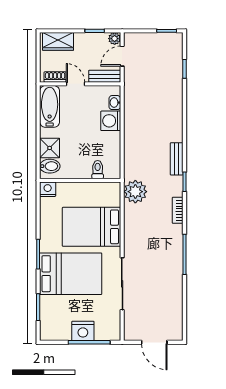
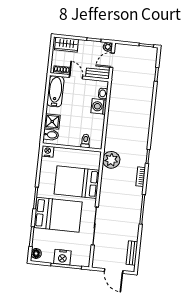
bench: (177, 159) -> (132, 253), moved
floor lamp: (47, 330) -> (36, 253), added

